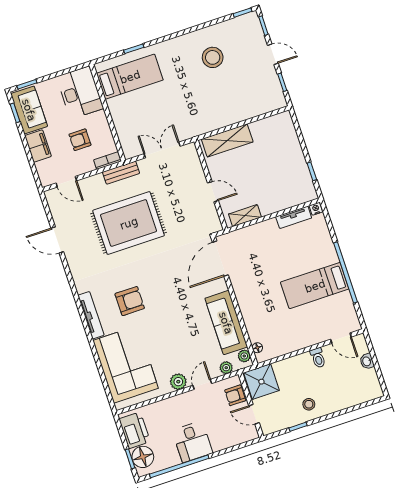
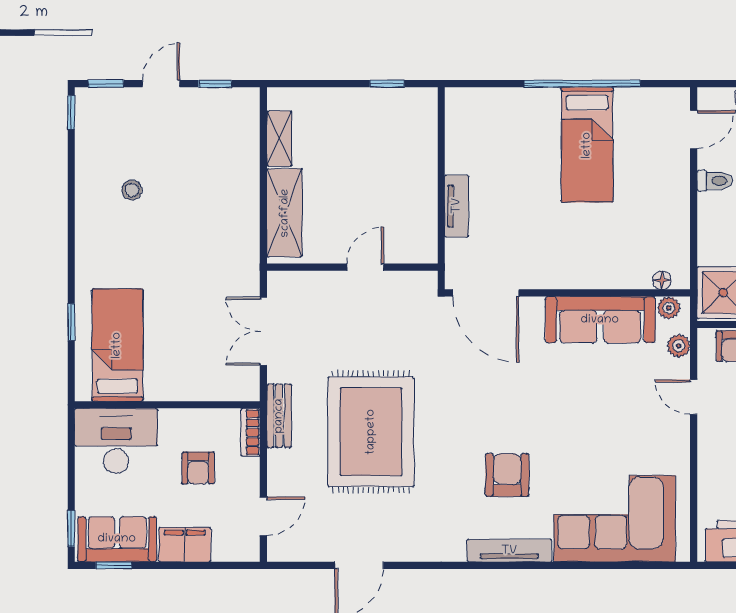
stool: (213, 57) -> (132, 190), width x0.53, depth x0.53
nightstand: (316, 209) -> (454, 98), removed
shelving: (245, 216) -> (279, 139), moved
tv unit: (294, 217) -> (457, 206), moved
plant: (178, 382) -> (675, 437), removed

